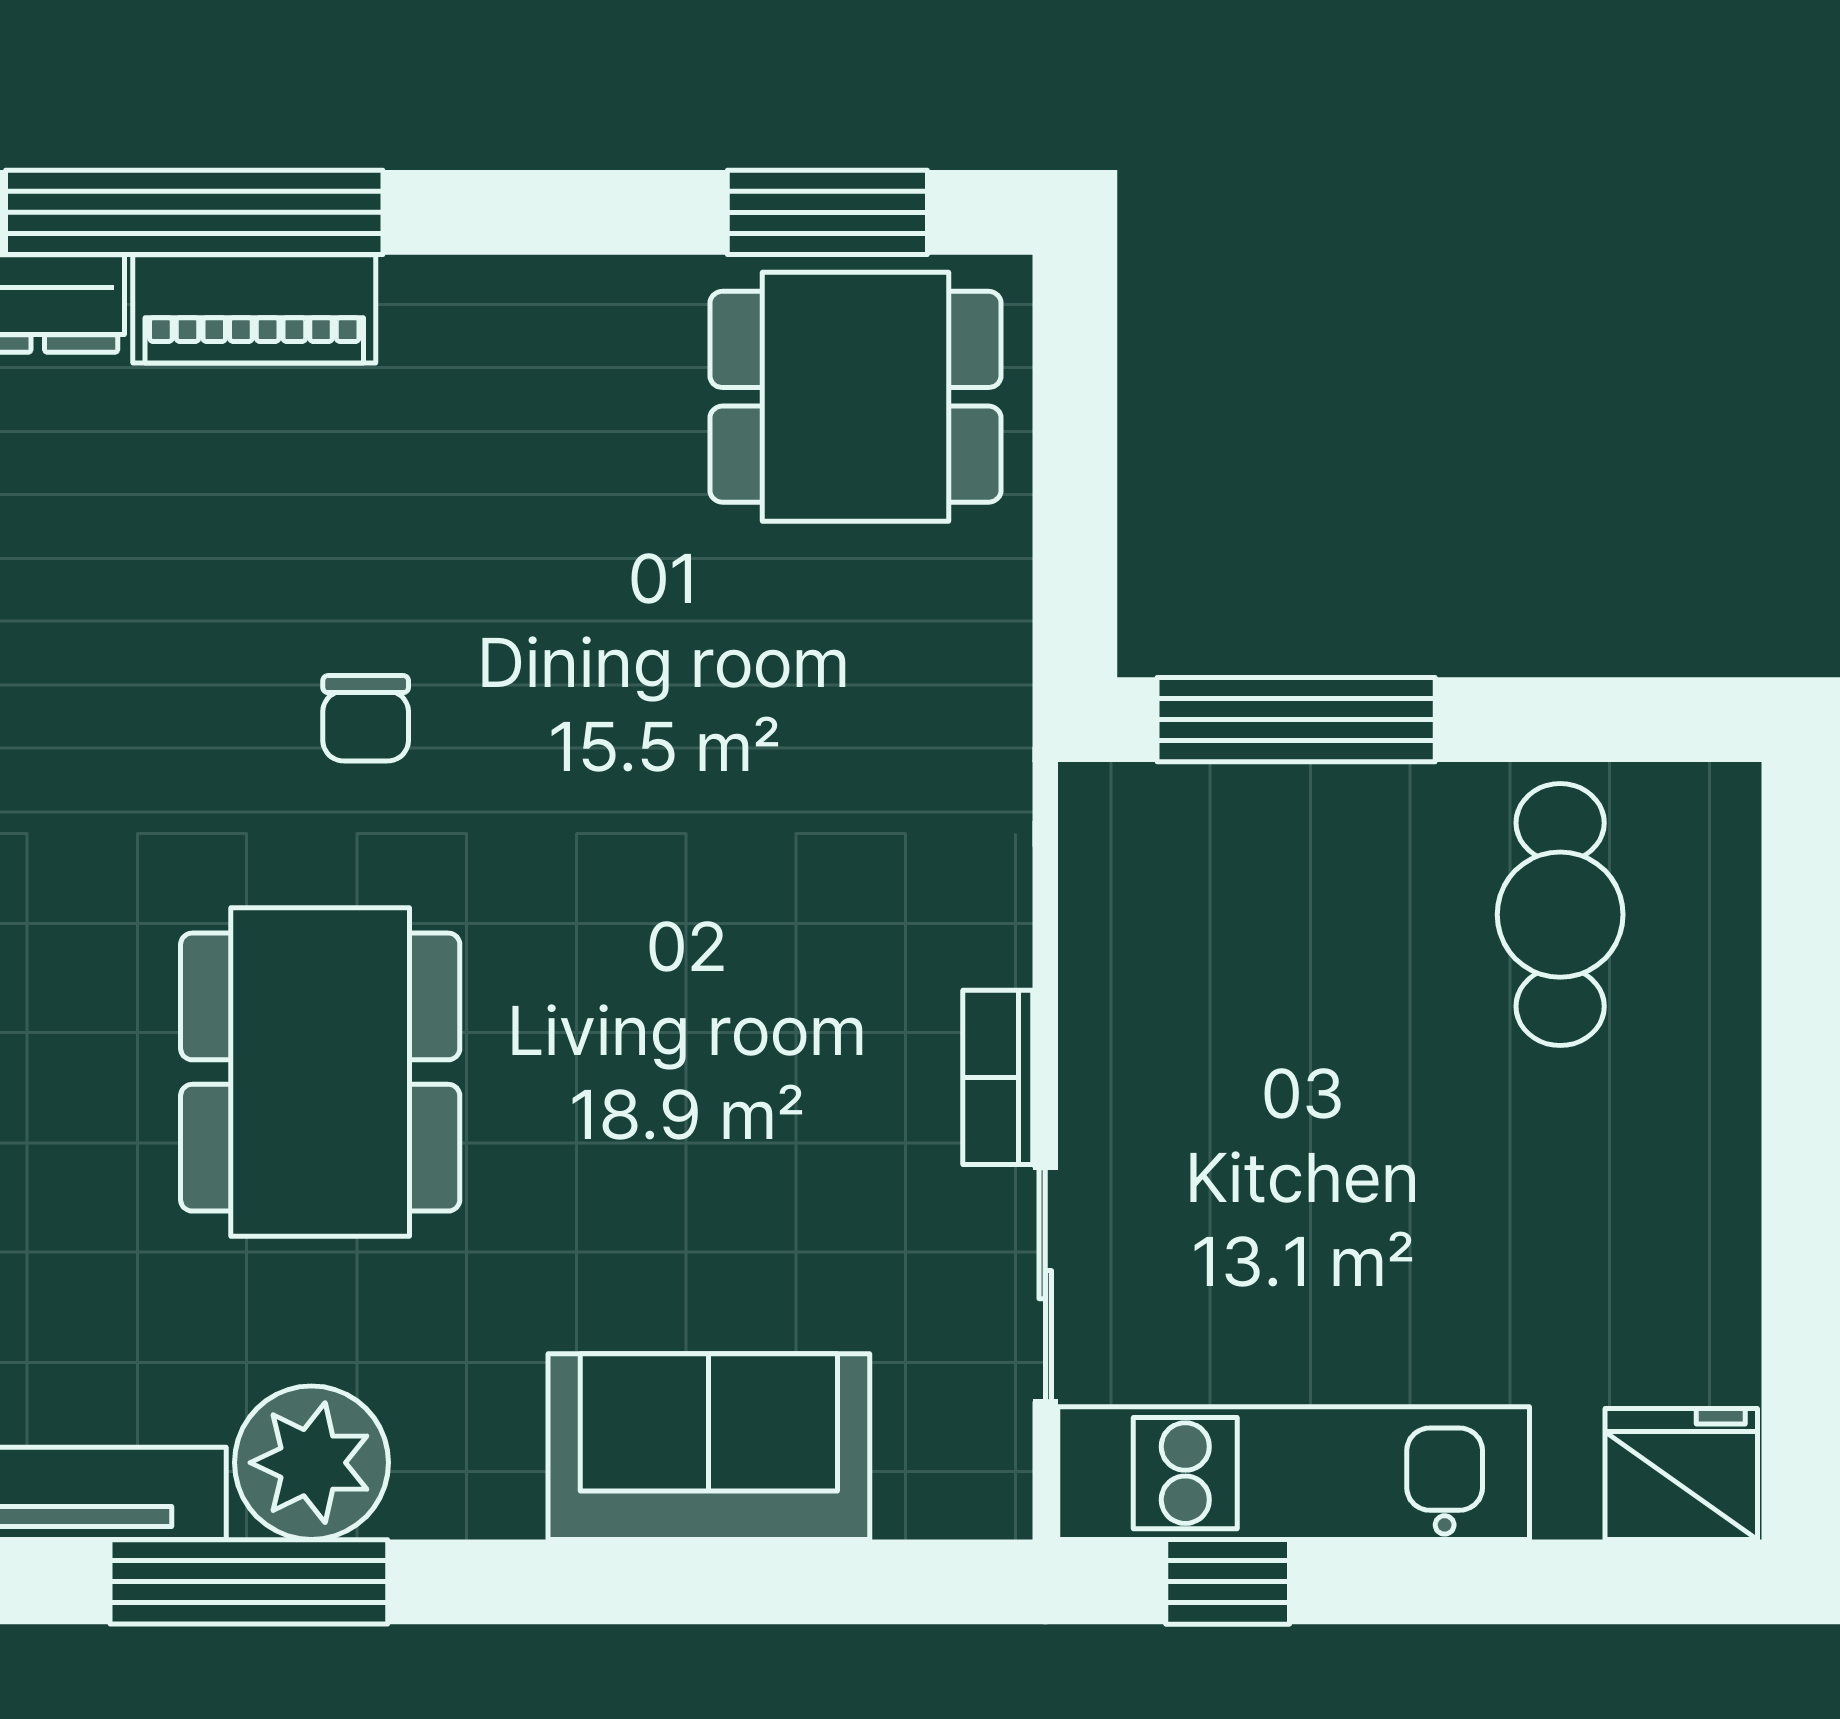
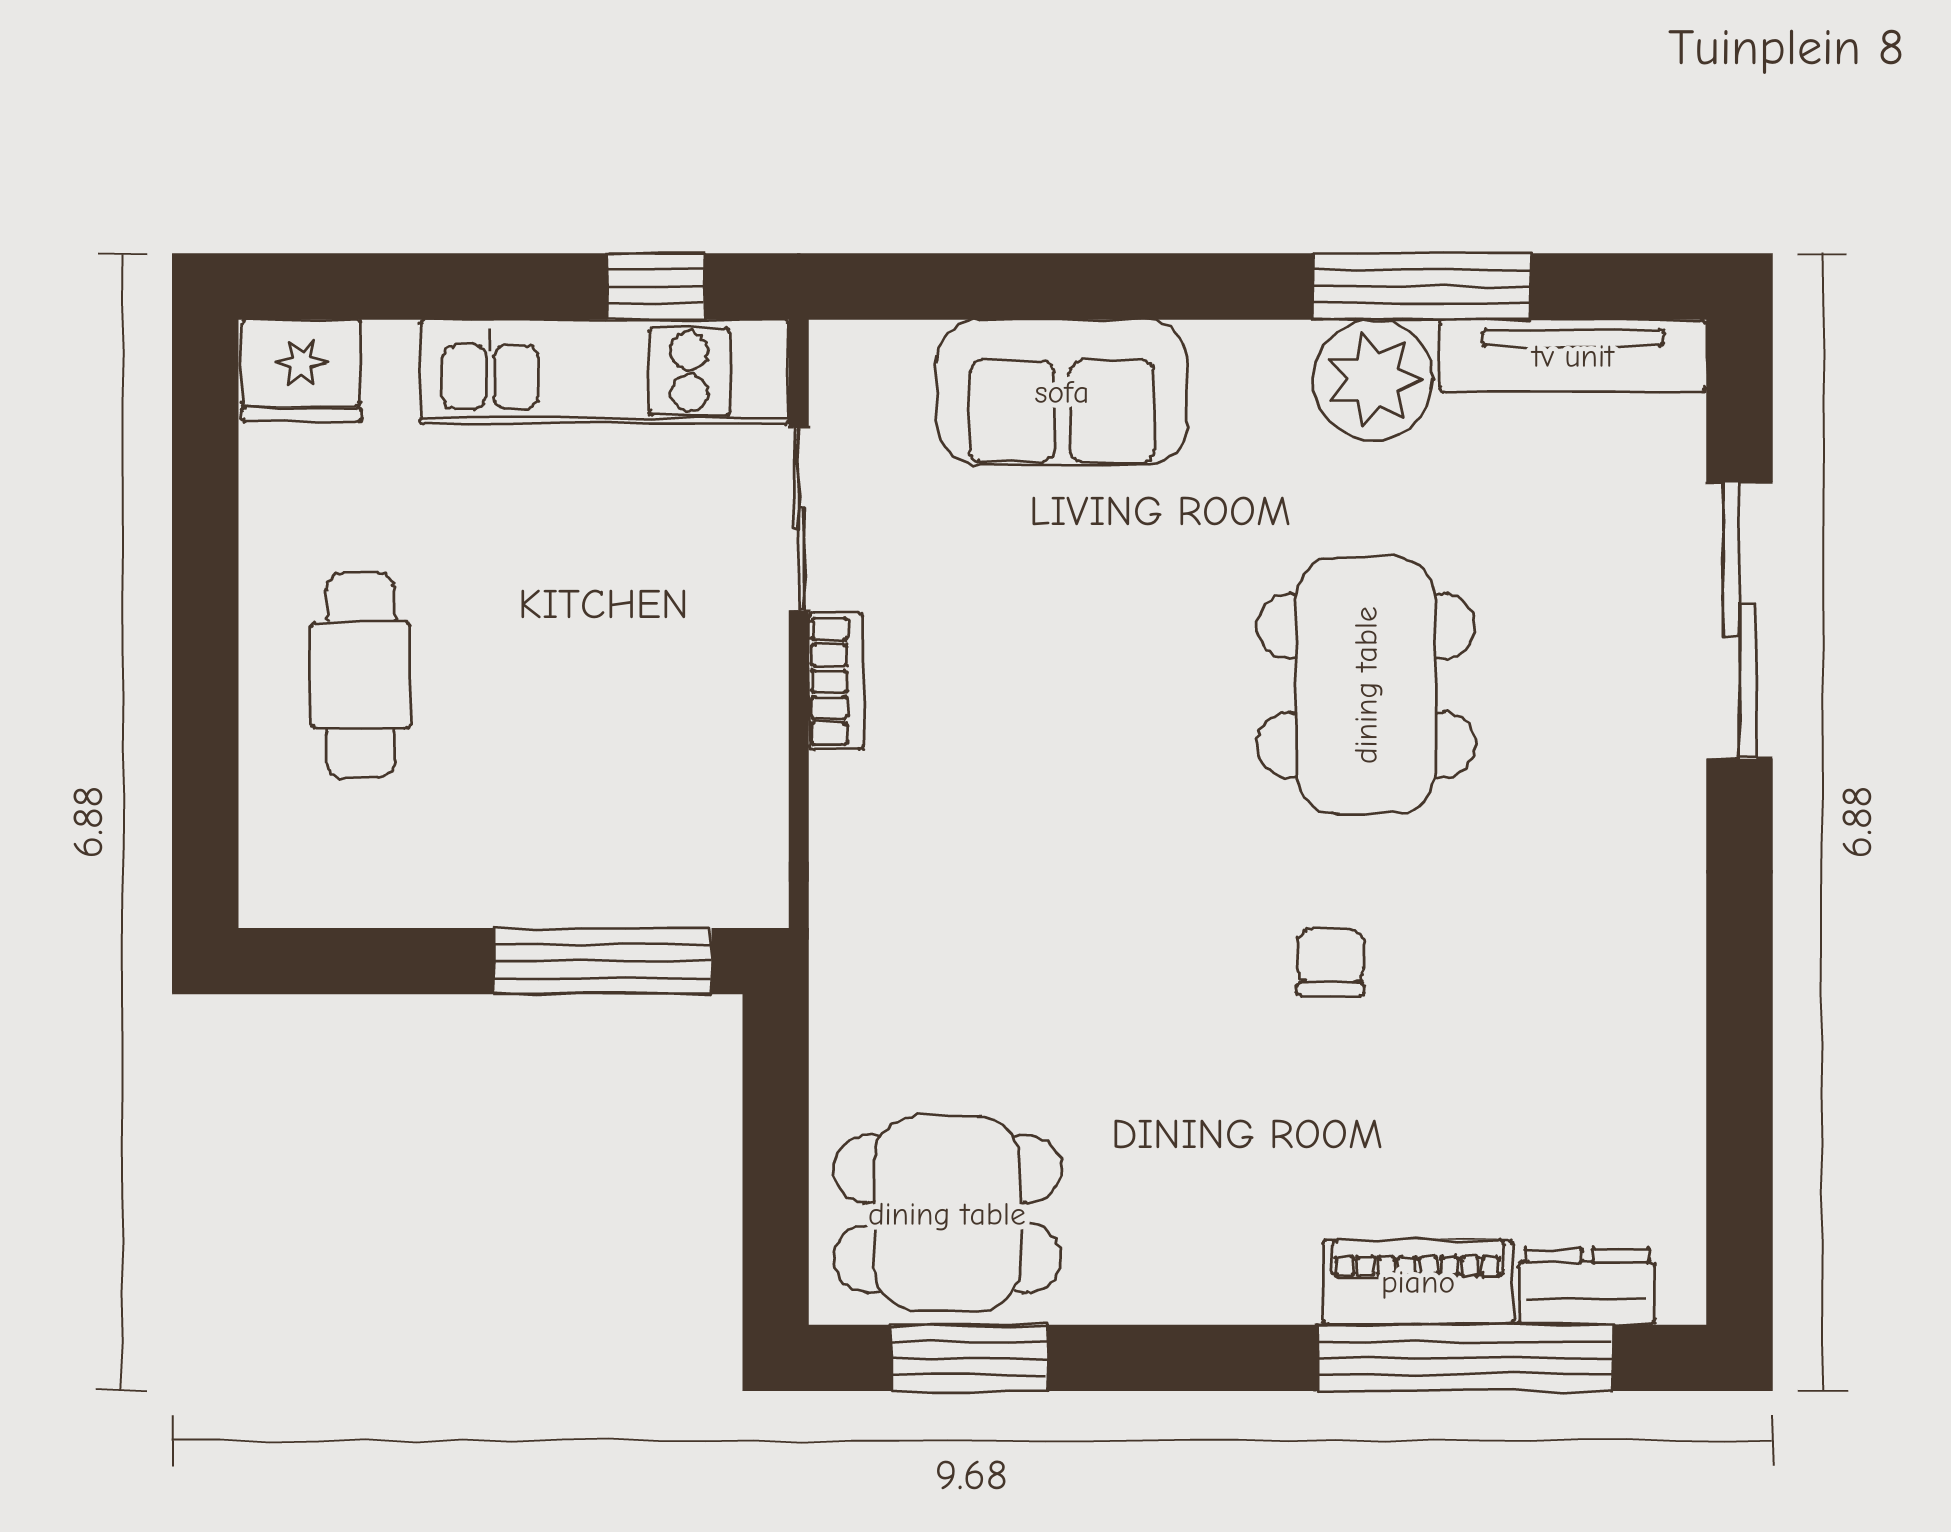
cafe table: (1560, 915) -> (361, 675), moved

